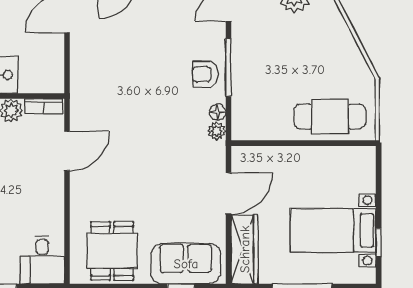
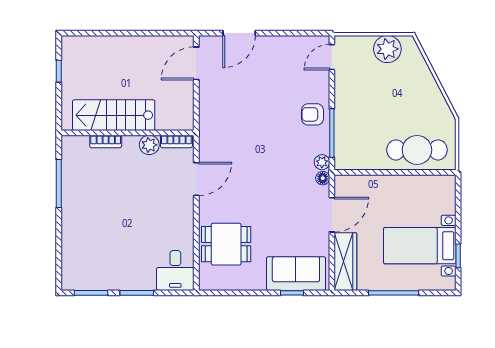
window: (228, 68) -> (332, 133), moved
floor lamp: (218, 112) -> (323, 178), moved
dining table: (112, 251) -> (226, 244), moved, turned 90

